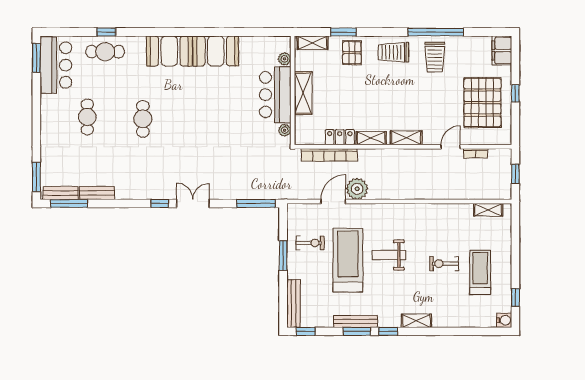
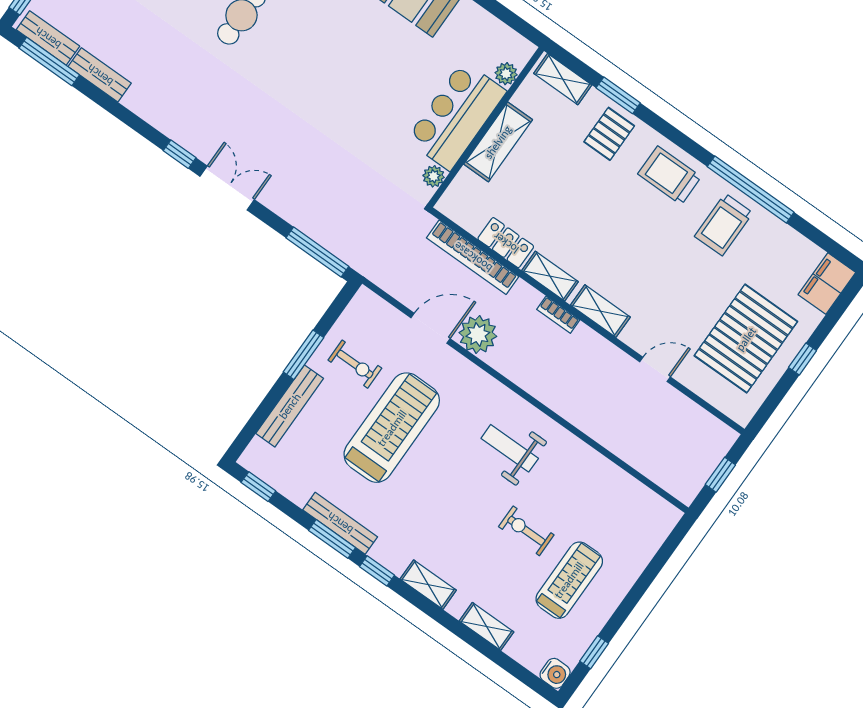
bookcase: (476, 153) -> (558, 315), moved
shelving: (488, 210) -> (486, 626), moved
weight bench: (389, 255) -> (510, 448), moved
bench: (294, 304) -> (290, 406), moved

